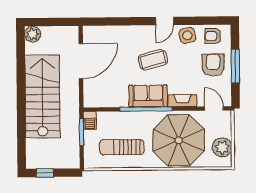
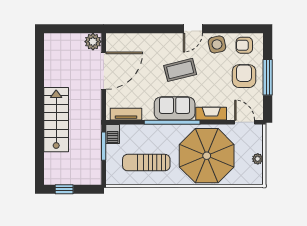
plant: (33, 34) -> (93, 42), moved
stairs: (42, 96) -> (56, 120), width x0.73, depth x0.66
tv unit: (102, 102) -> (126, 114), added
plant: (222, 147) -> (258, 159), width x0.53, depth x0.53

